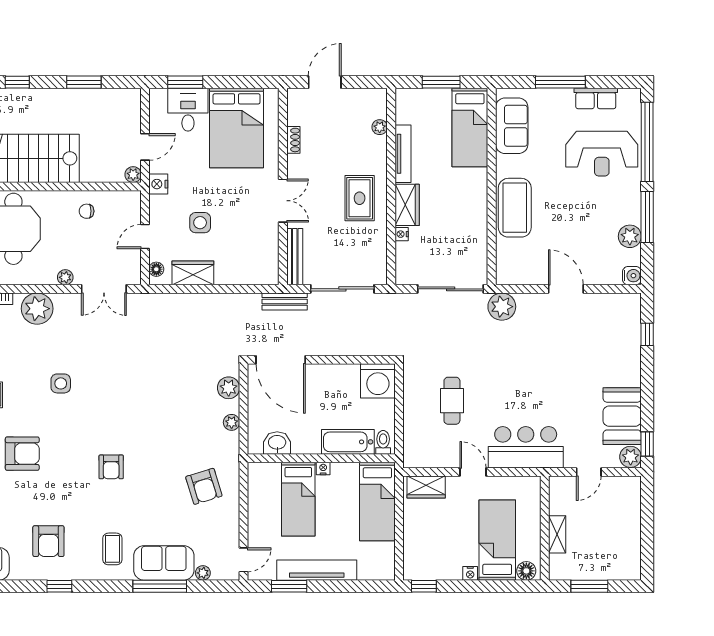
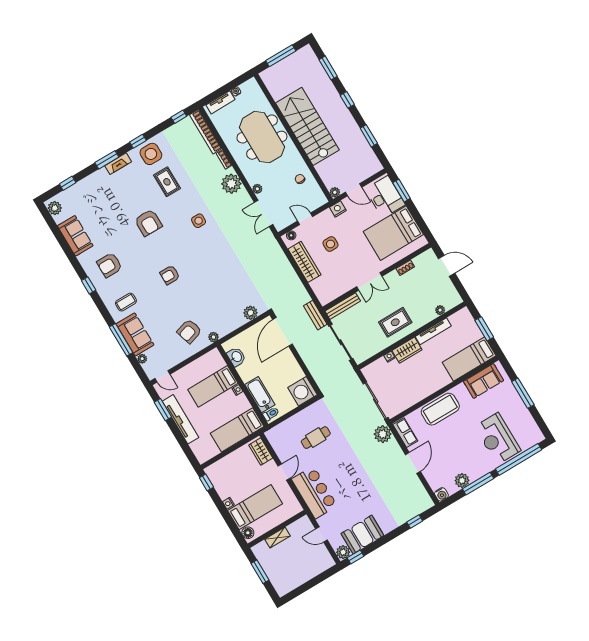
row of seats: (596, 98) -> (405, 433), moved, turned 180
desk: (188, 110) -> (385, 197), width x1.37
wardrobe: (193, 273) -> (304, 262), width x1.50
plant: (232, 422) -> (213, 337), moved

